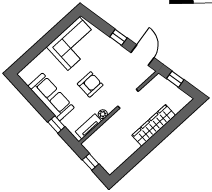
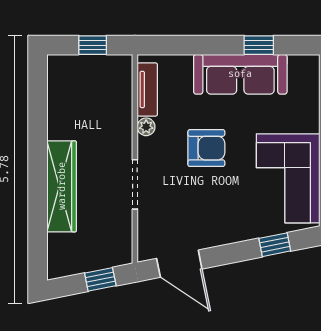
window: (118, 37) -> (275, 245), moved
armchair: (90, 84) -> (206, 148), turned -90
window: (56, 124) -> (259, 45), moved

